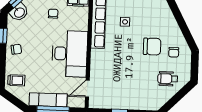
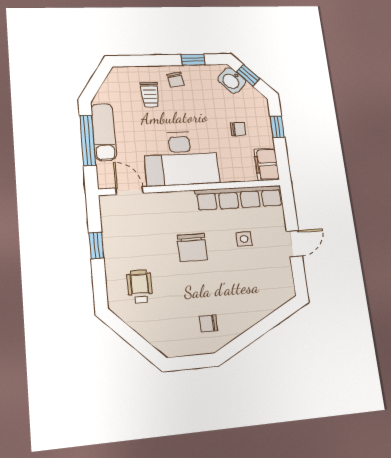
chair: (152, 46) -> (192, 247), moved
wheelchair: (168, 79) -> (140, 287), moved
trolley: (16, 80) -> (150, 95), moved

